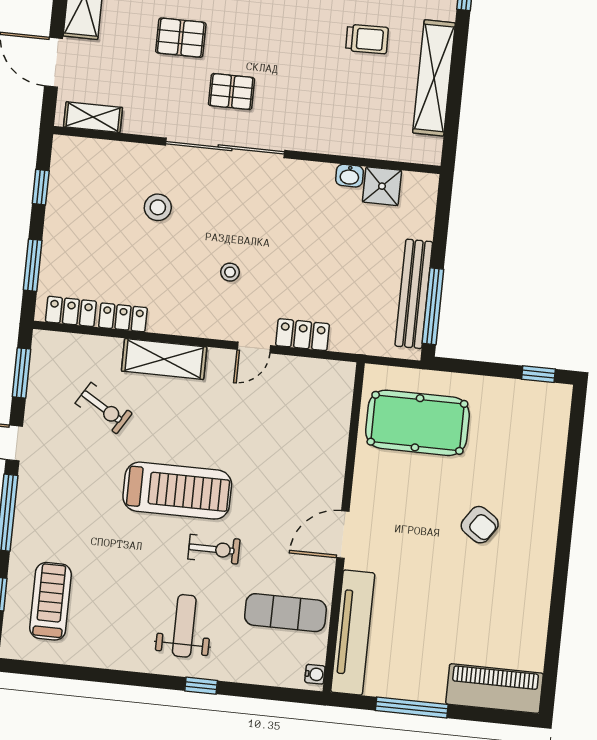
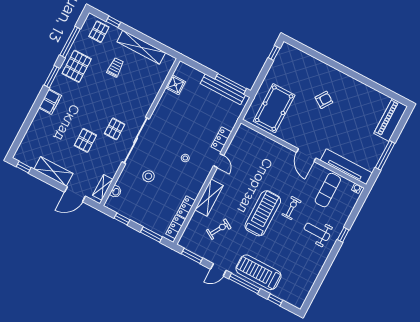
washbasin: (349, 176) -> (116, 192), moved
treadmill: (51, 601) -> (259, 272), moved, width x1.37, depth x1.38

